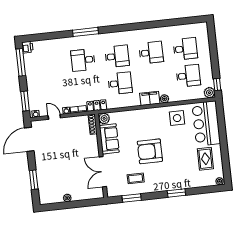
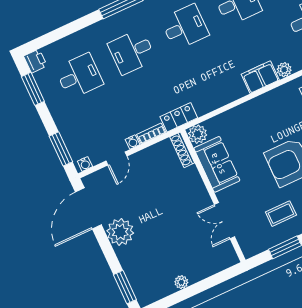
window: (21, 62) -> (33, 89), width x0.69
desk: (120, 83) -> (79, 76), moved
door: (54, 117) -> (116, 159), swing flipped
plant: (43, 158) -> (120, 232), added
double door: (103, 172) -> (224, 221), width x0.73
window: (34, 180) -> (125, 287), moved

